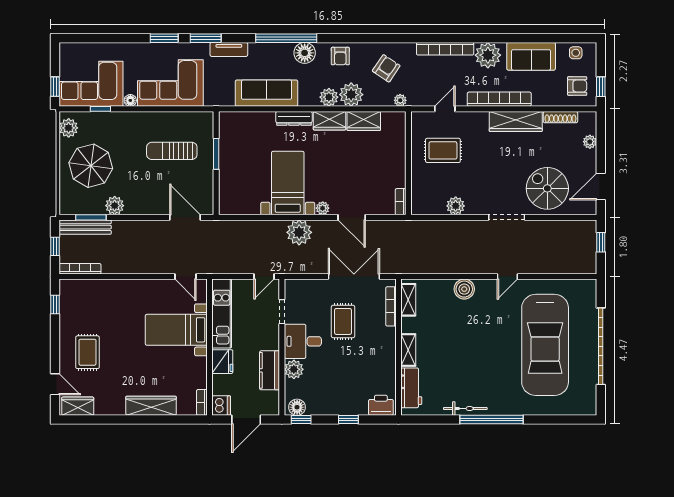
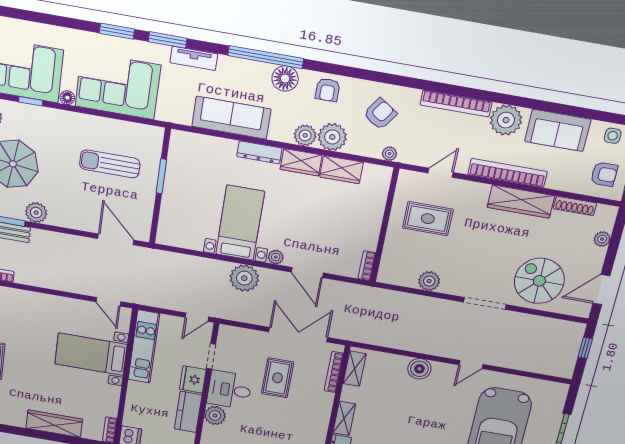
fridge: (222, 362) -> (193, 379), moved, turned 180

